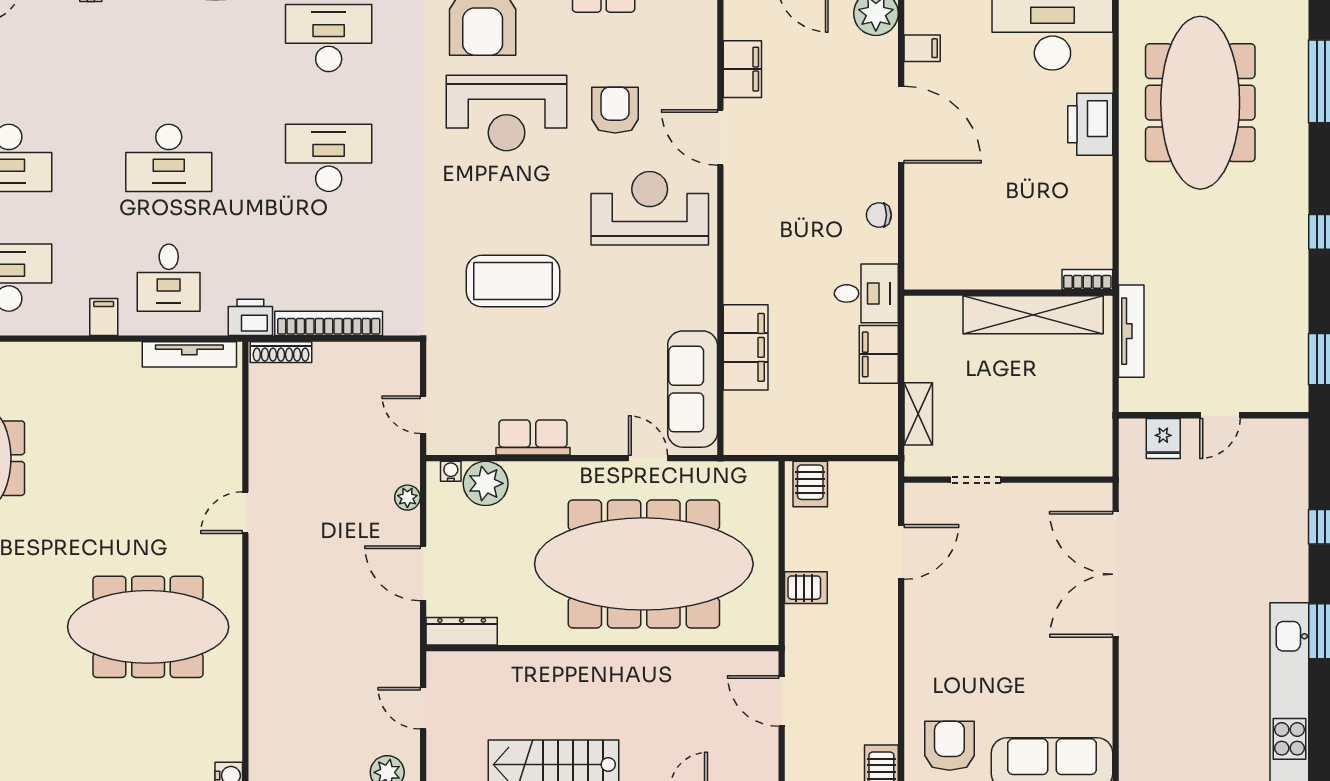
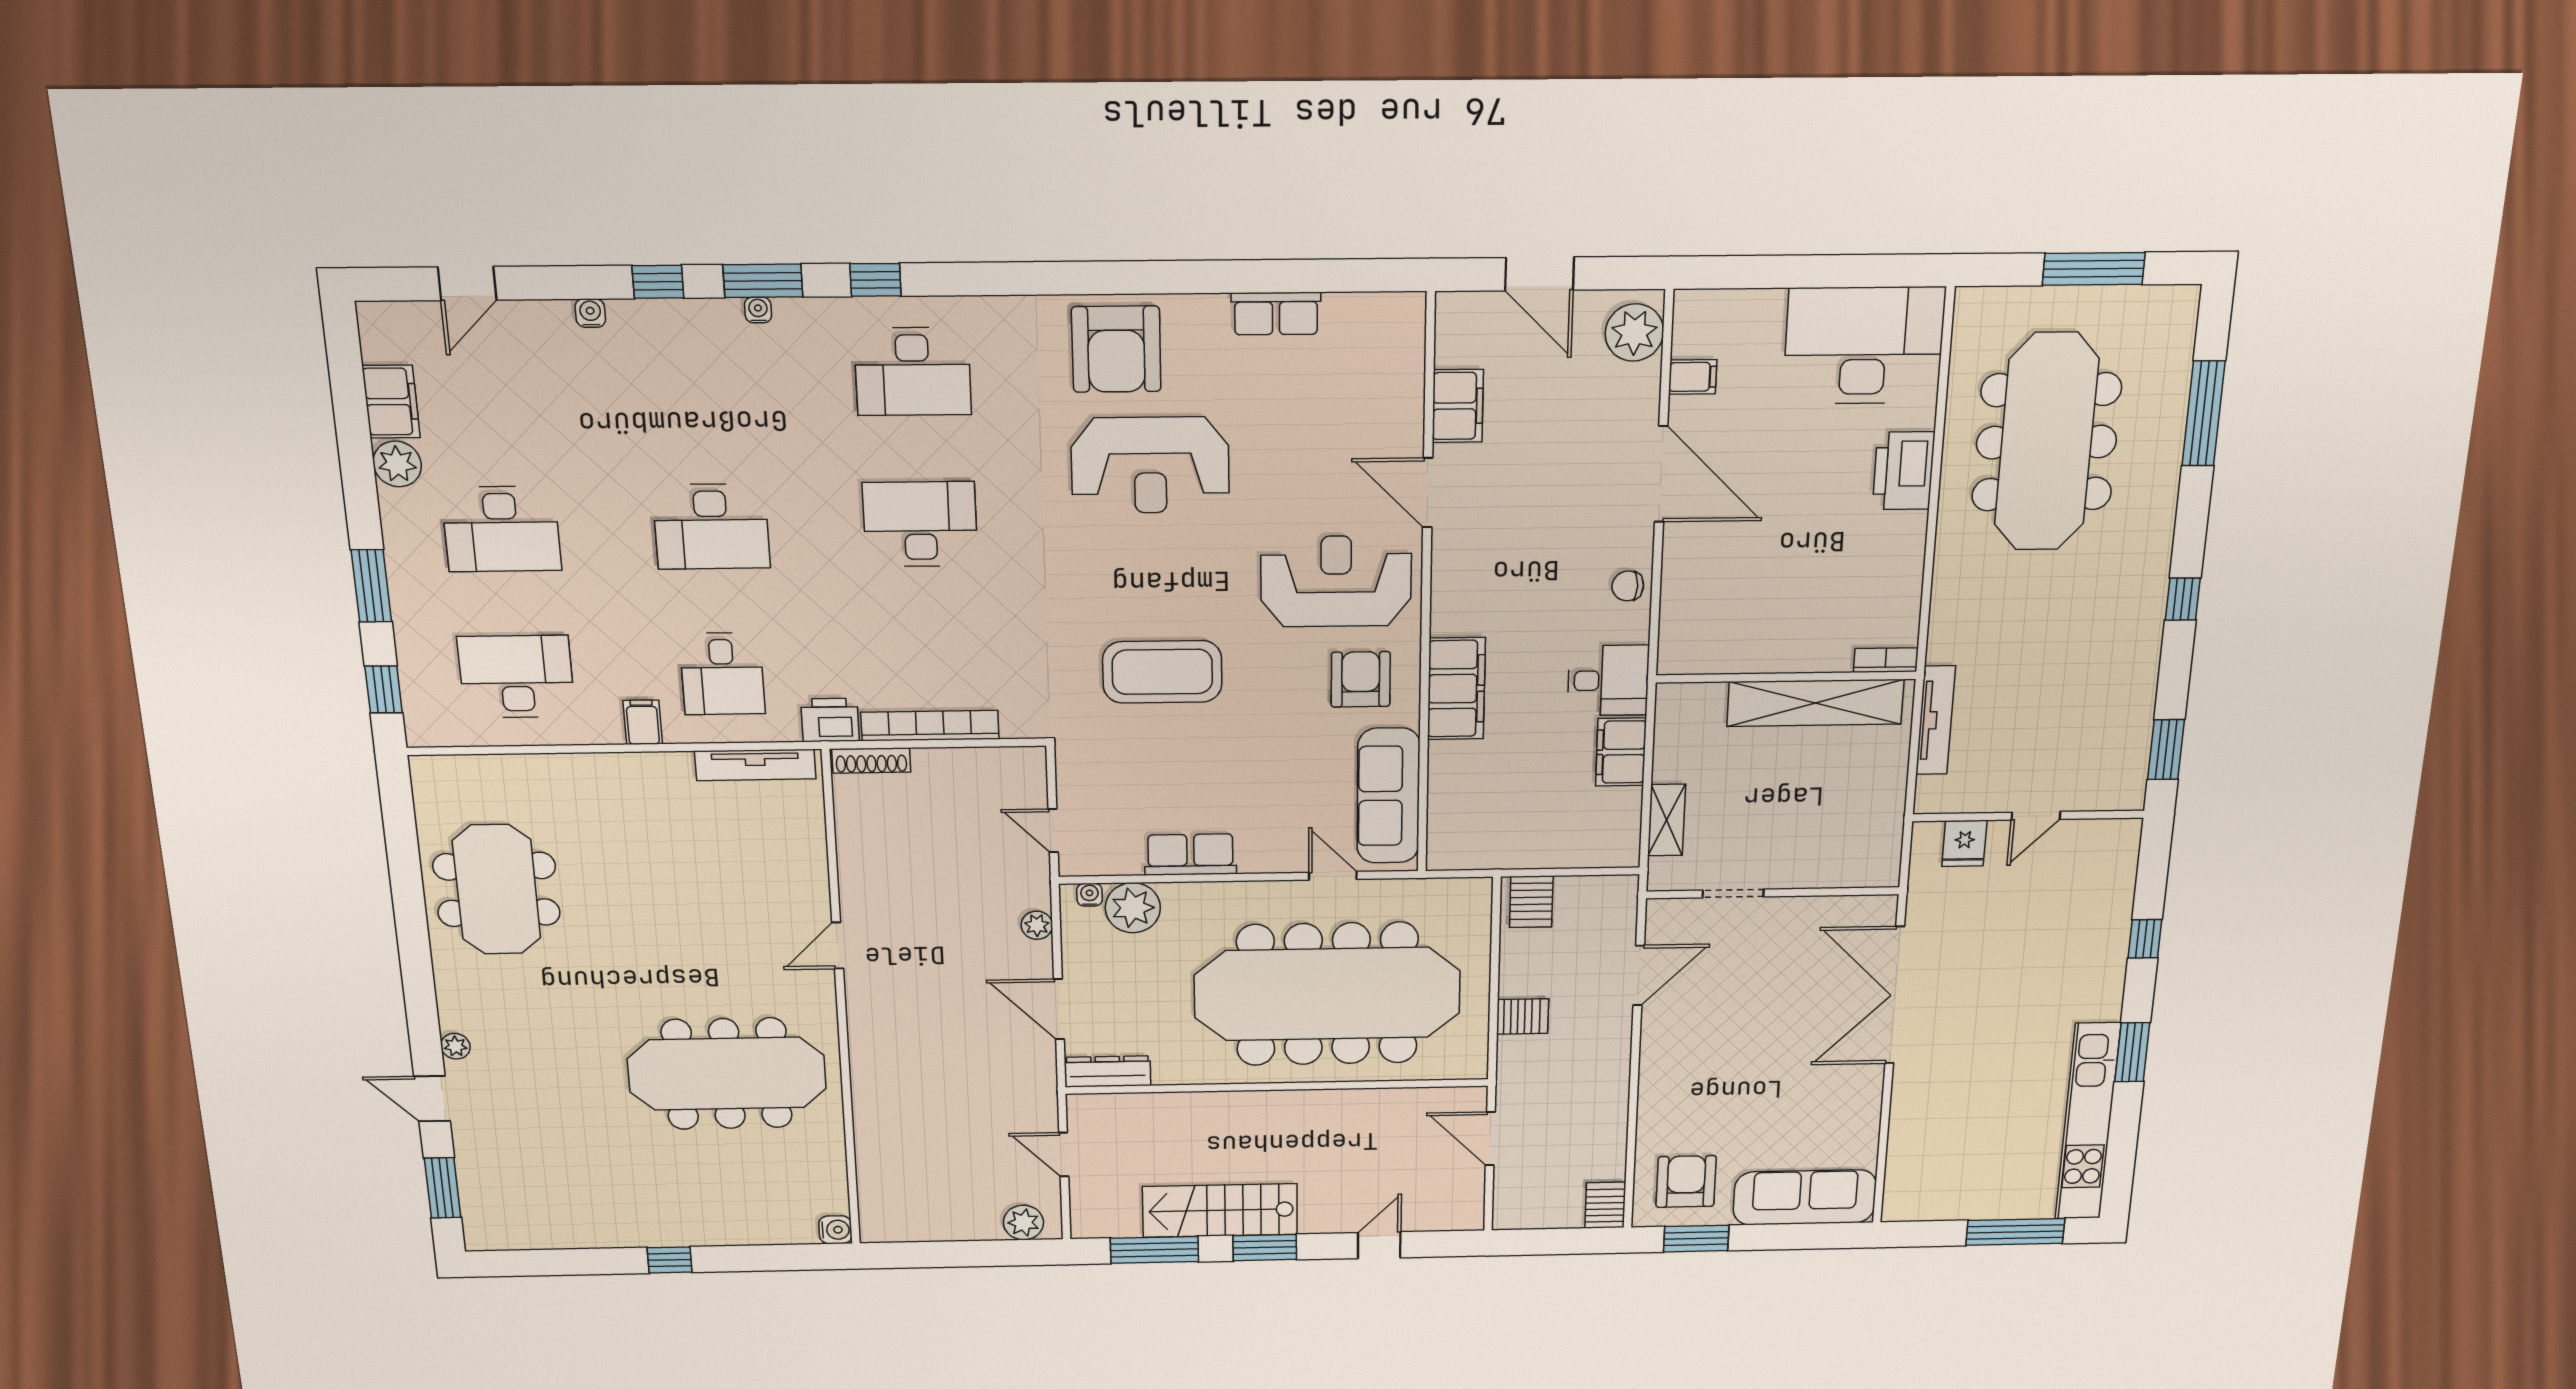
desk: (329, 38) -> (913, 372), turned 180
armchair: (615, 110) -> (1361, 679), moved
filing cabinet: (746, 347) -> (1456, 689), moved

